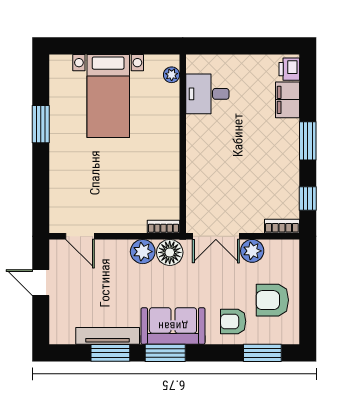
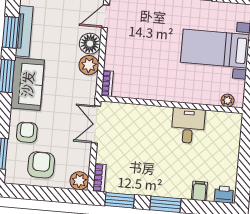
desk: (207, 94) -> (188, 126), moved
filing cabinet: (287, 100) -> (199, 191), width x0.50
window: (308, 198) -> (120, 200), width x1.50
plant: (252, 251) -> (79, 181), moved
floor lamp: (170, 252) -> (90, 44), moved

